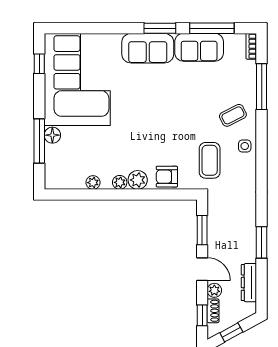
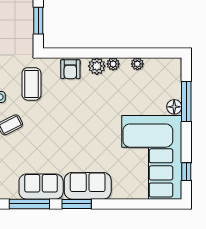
armchair: (167, 177) -> (70, 69), turned 90

